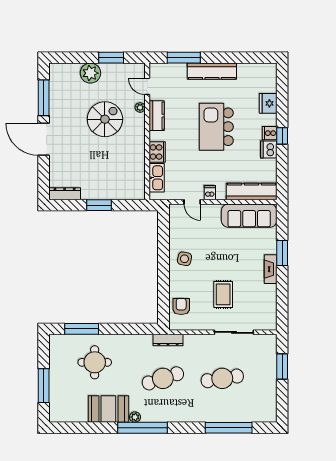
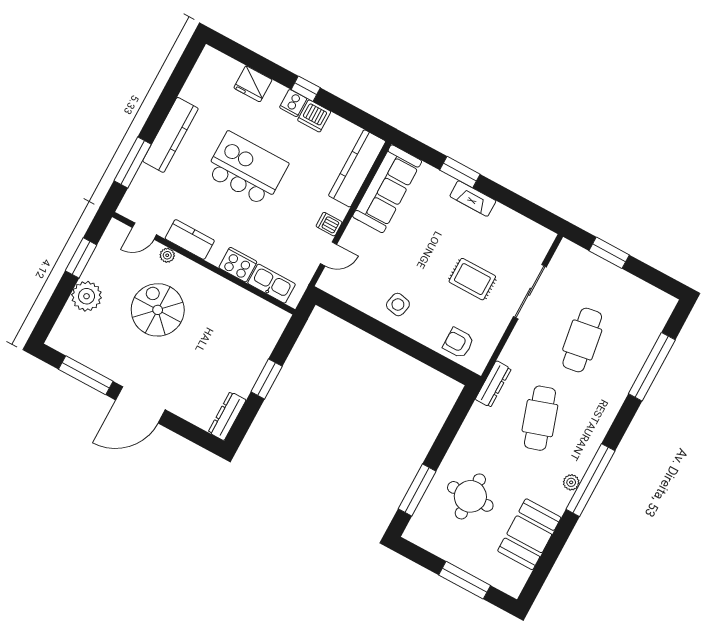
kitchen island: (216, 127) -> (247, 169), turned 180
booth: (108, 409) -> (529, 534), moved

